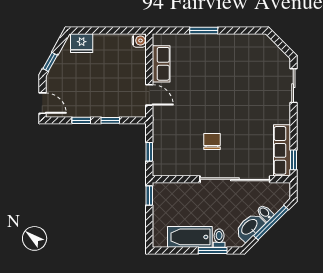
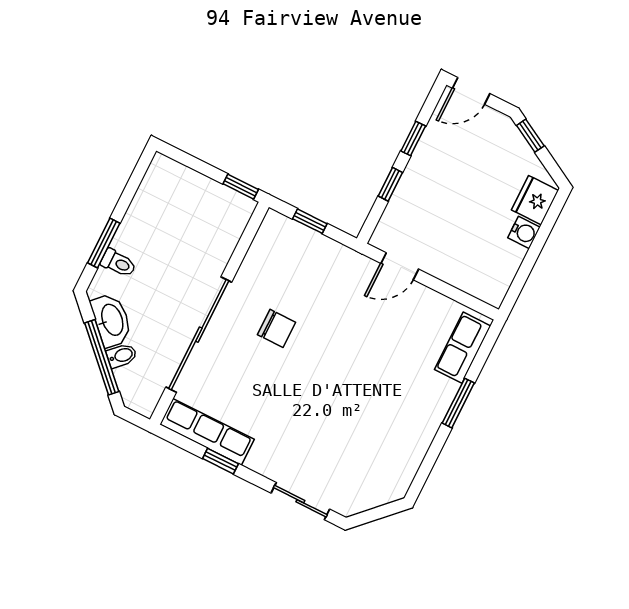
water cooler: (139, 41) -> (524, 232), moved, turned -90
row of seats: (161, 64) -> (463, 348), moved, turned 90
window: (293, 160) -> (220, 461), moved
bathtub: (190, 237) -> (143, 218), removed

